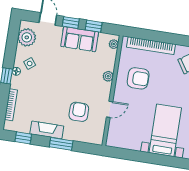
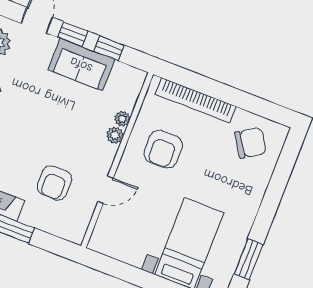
plant: (114, 44) -> (122, 119), moved
armchair: (138, 78) -> (163, 149), turned 90
armchair: (79, 112) -> (54, 183), turned 180

